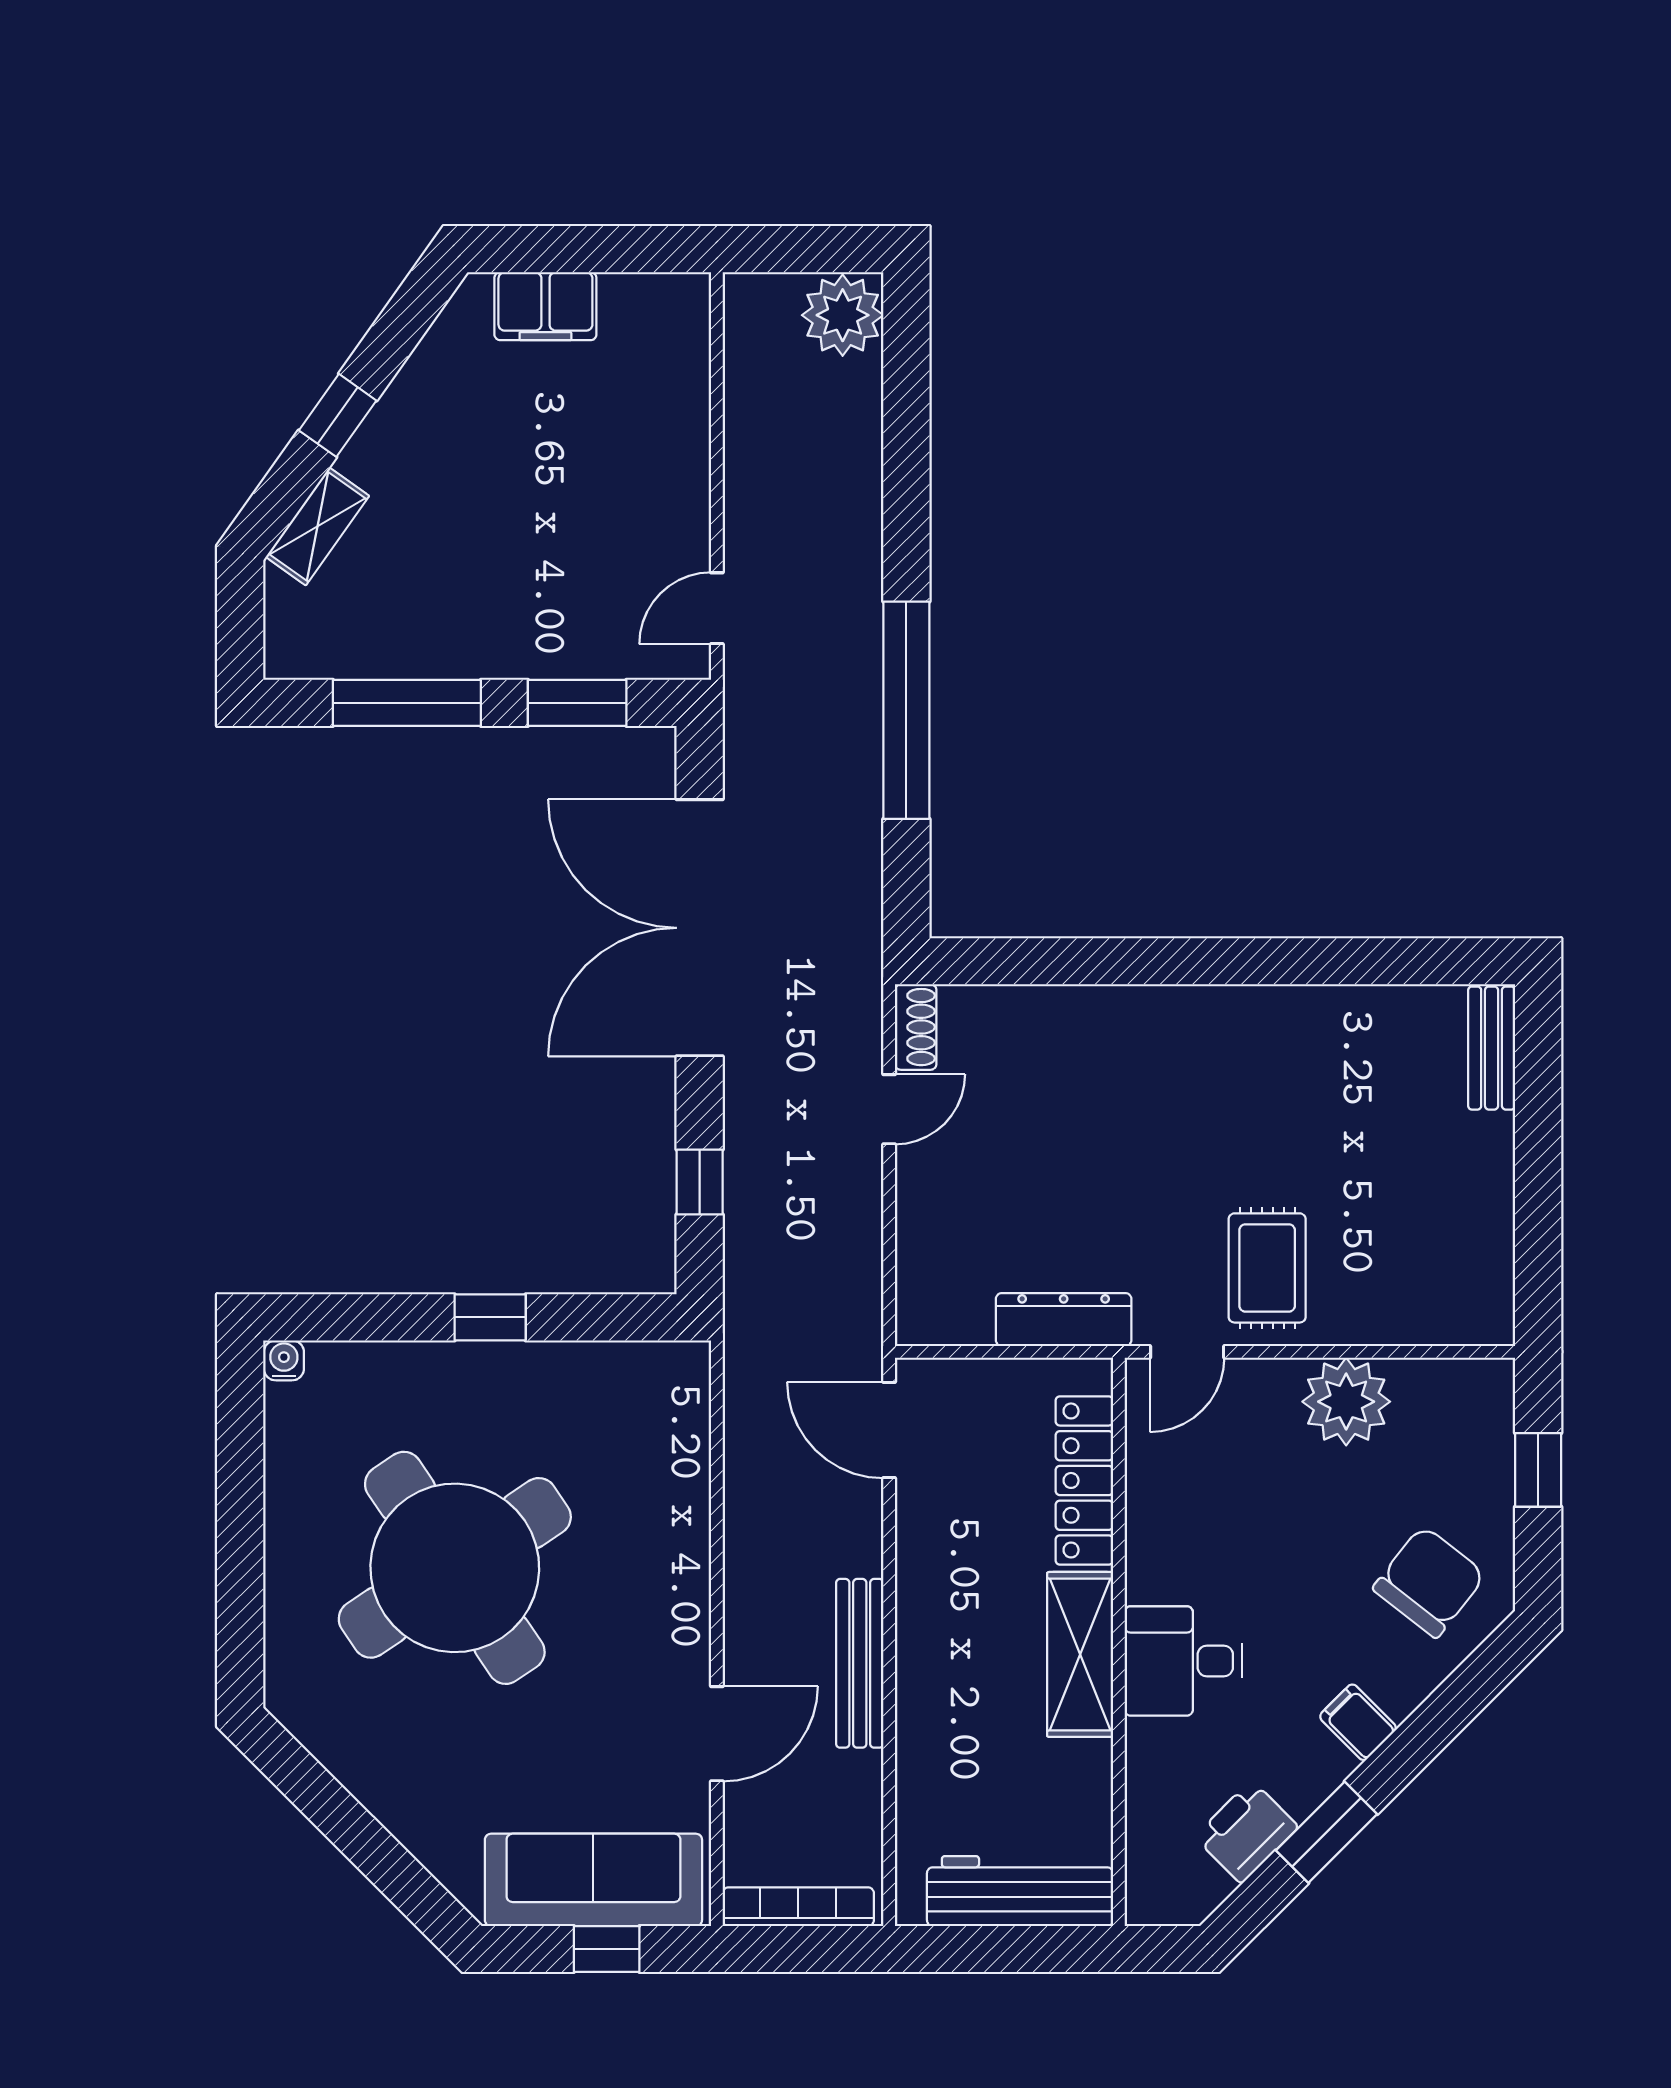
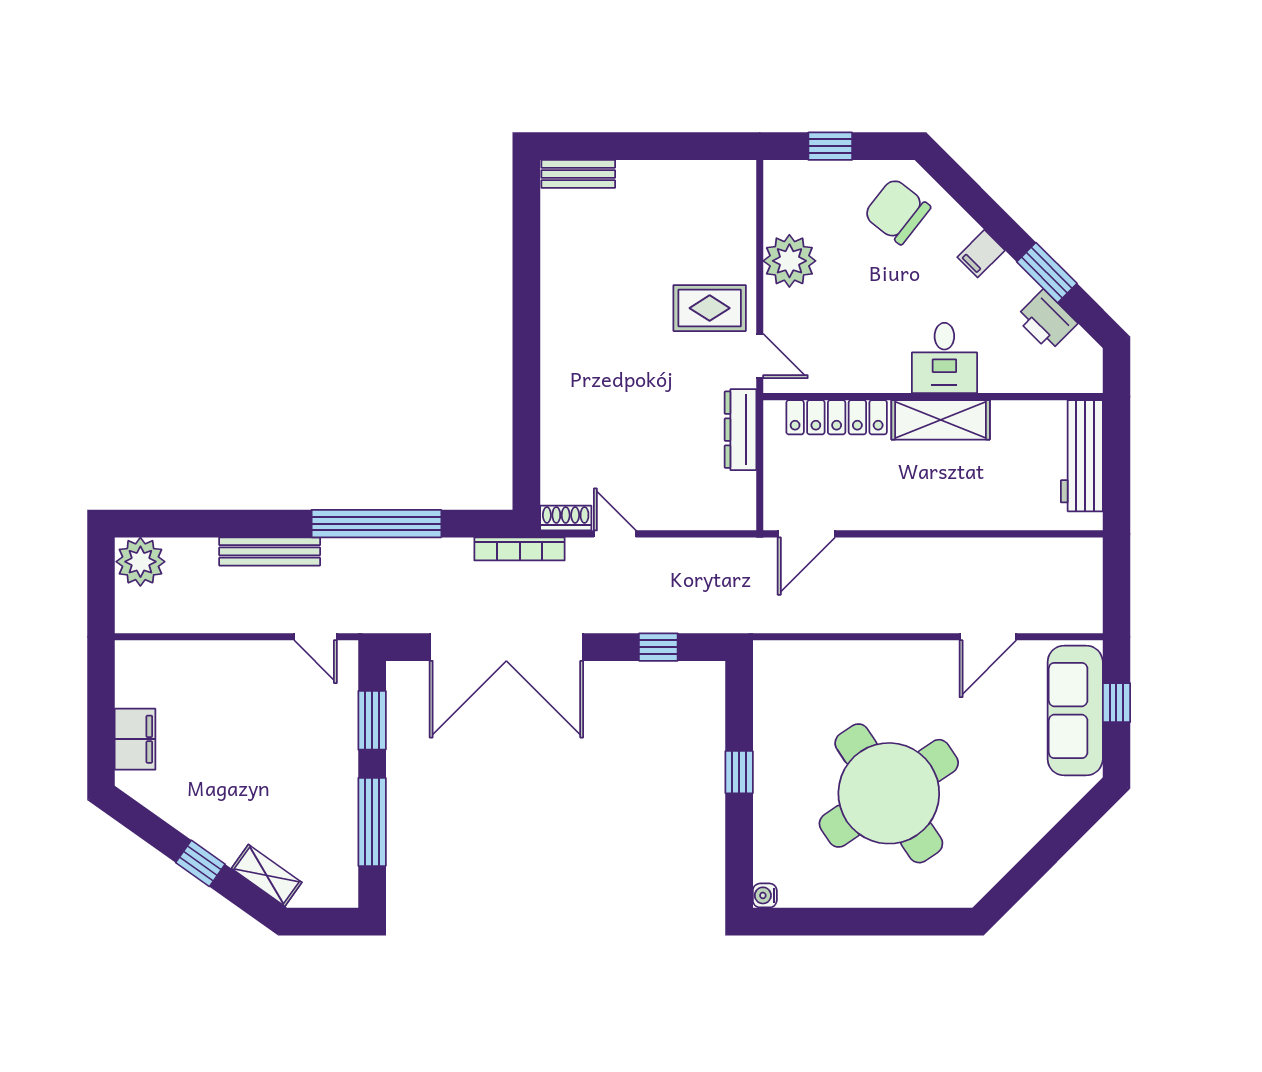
bench: (860, 1663) -> (270, 551), moved
door: (717, 1734) -> (988, 637), swing flipped
bookcase: (798, 1907) -> (520, 549), moved, turned -90

